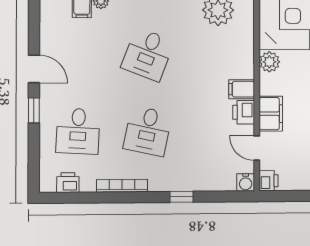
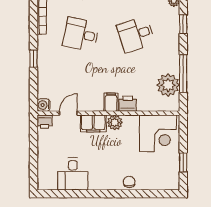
desk: (148, 54) -> (136, 34), turned -39
plant: (269, 62) -> (115, 122), moved
printer: (244, 112) -> (128, 104), moved

